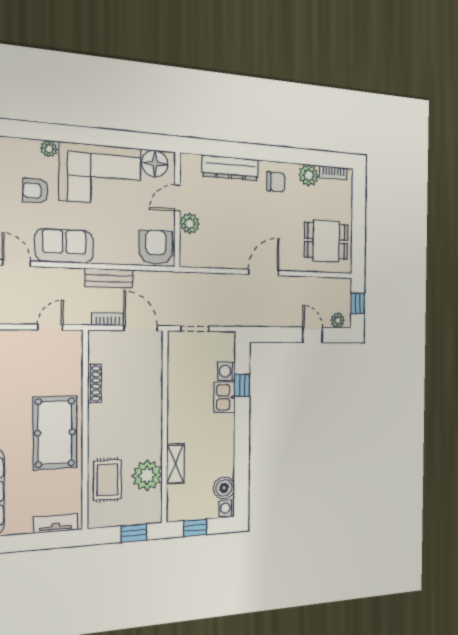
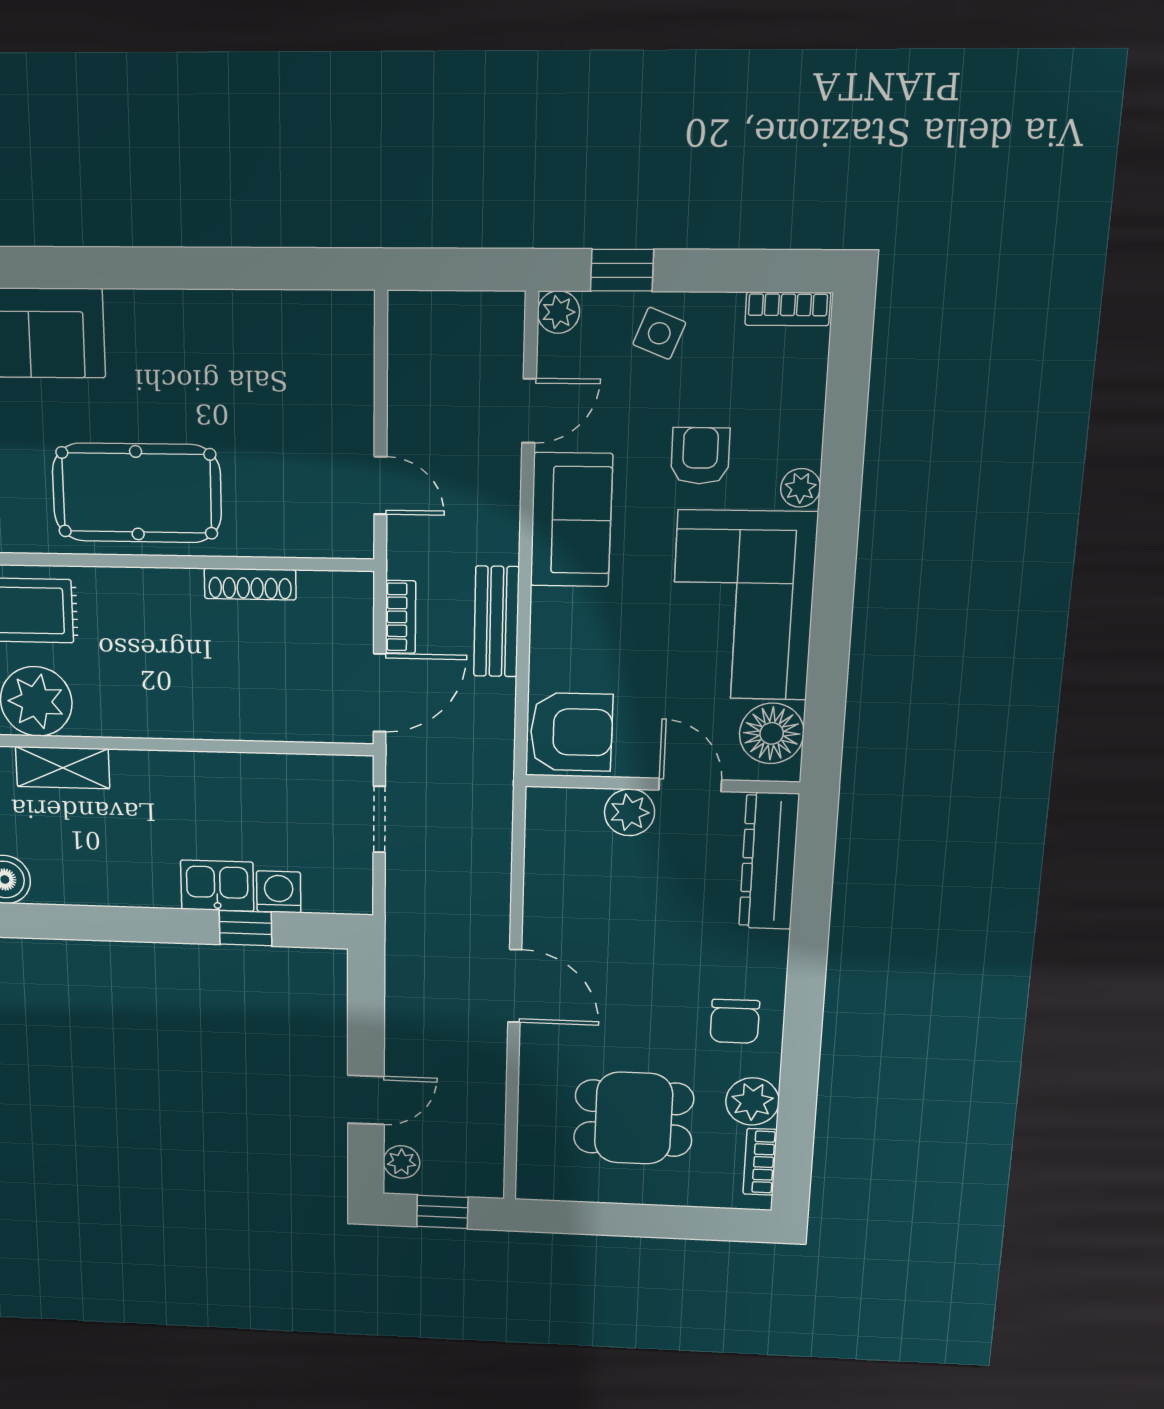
dresser: (230, 168) -> (769, 861), moved
dining table: (326, 241) -> (634, 1118), moved, turned 90

